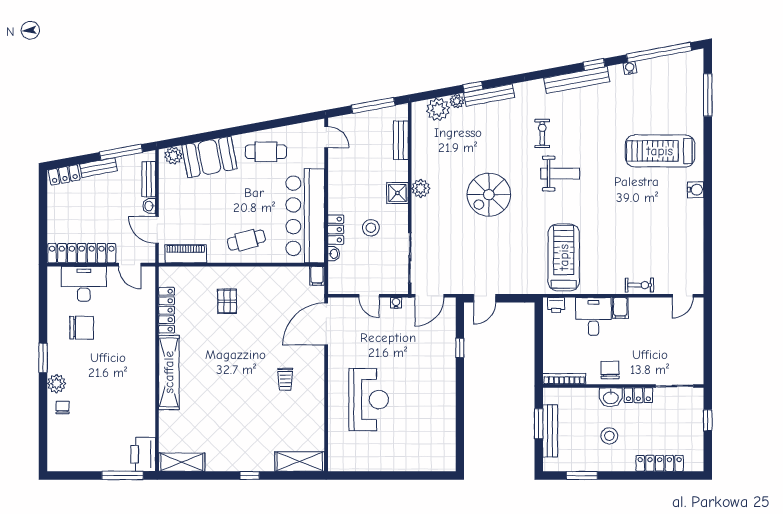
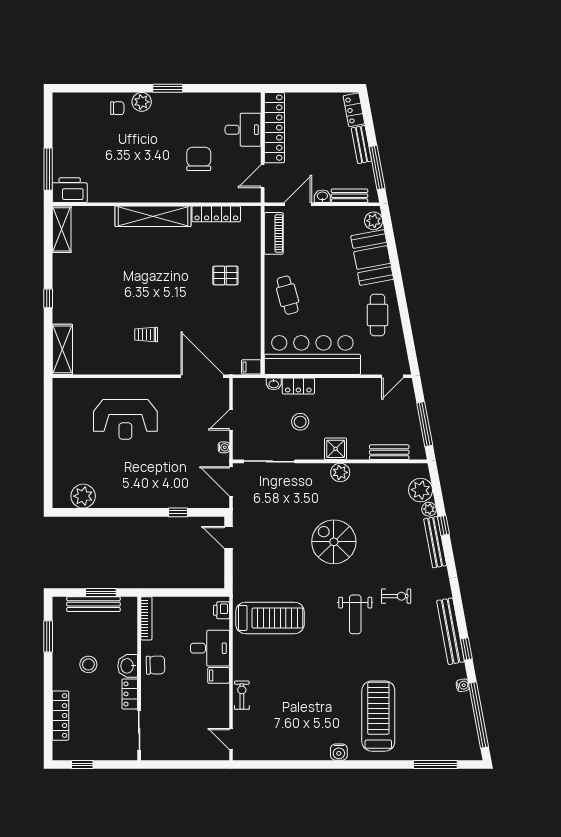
desk: (84, 284) -> (243, 130), width x0.73
exercise bike: (639, 285) -> (242, 695), turned 180
chair: (82, 328) -> (199, 159), moved, turned 180
window: (708, 420) -> (82, 764), moved
plant: (444, 441) -> (83, 496), added

